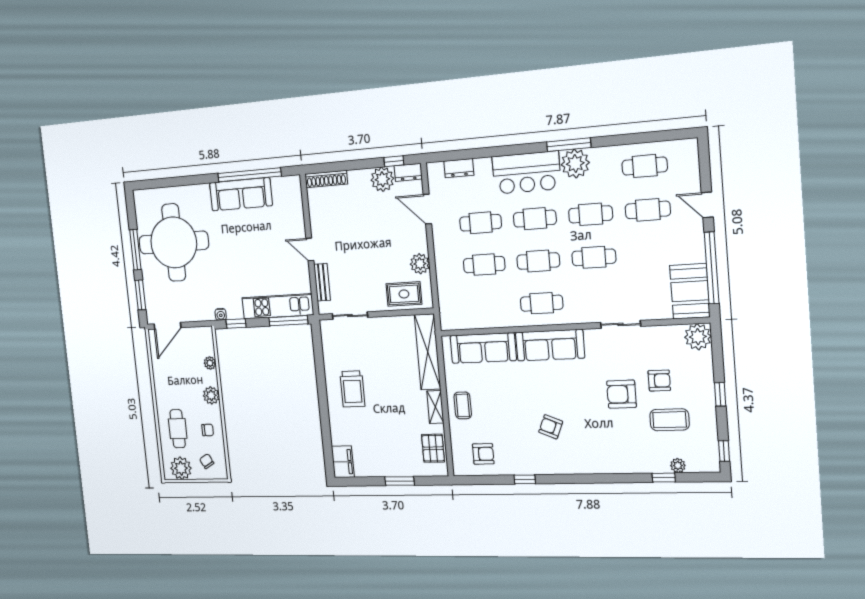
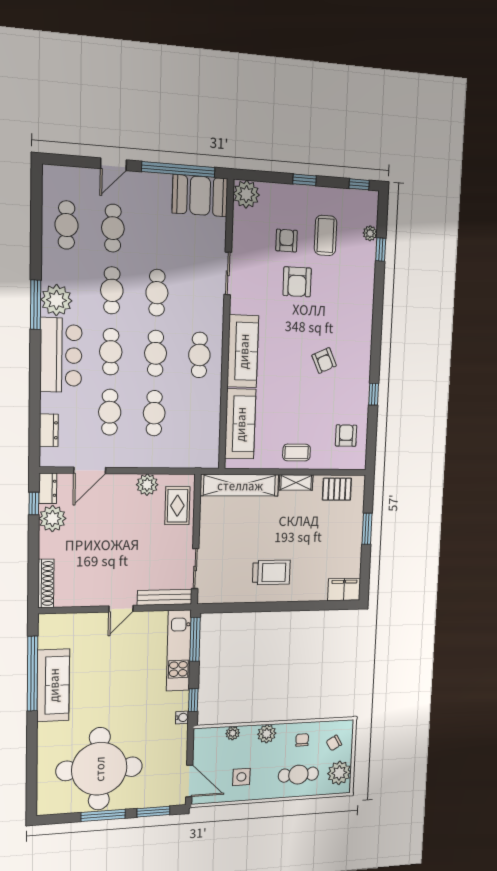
bench: (322, 282) -> (165, 597), width x1.36
side table: (173, 374) -> (241, 777), added
armchair: (551, 427) -> (324, 361), turned -48

